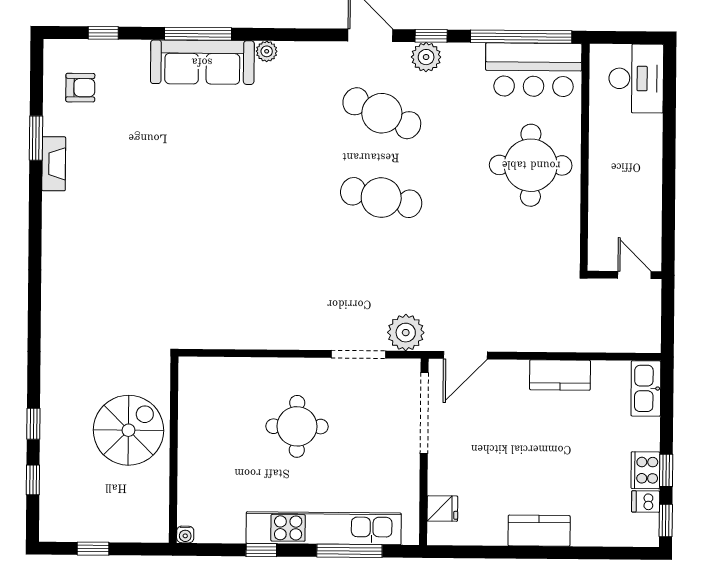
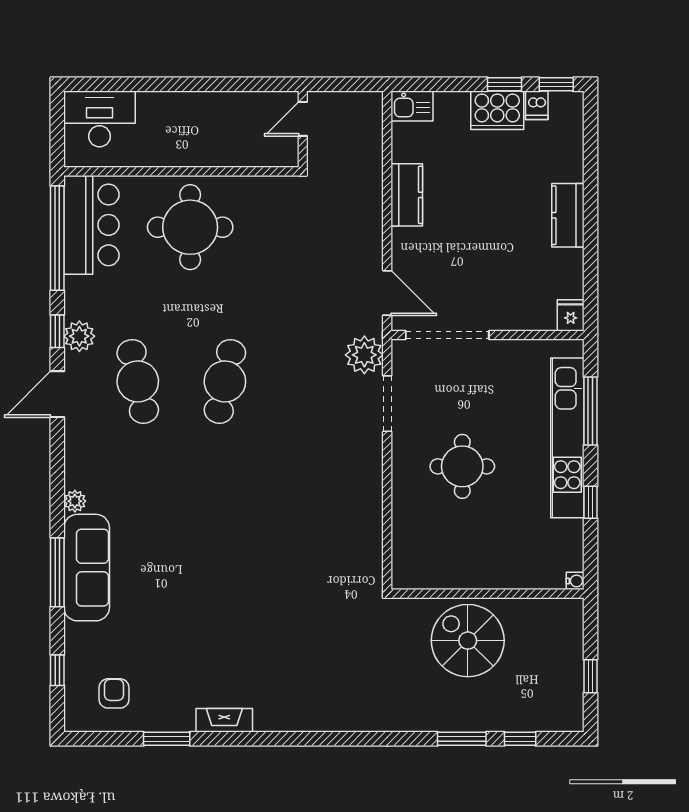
cafe table: (382, 113) -> (138, 381), turned -36
fireplace: (54, 164) -> (224, 720), moved
kitchen sink: (646, 388) -> (412, 106), width x0.73
window: (33, 424) -> (462, 739), width x1.50
cooker: (645, 470) -> (497, 110), width x1.37, depth x1.31
fridge: (442, 509) -> (571, 315), moved

